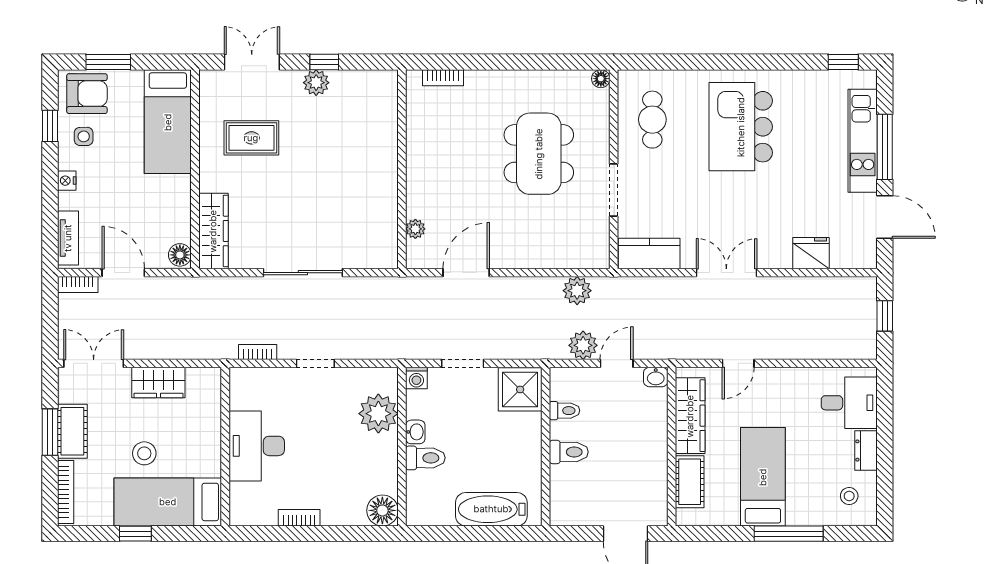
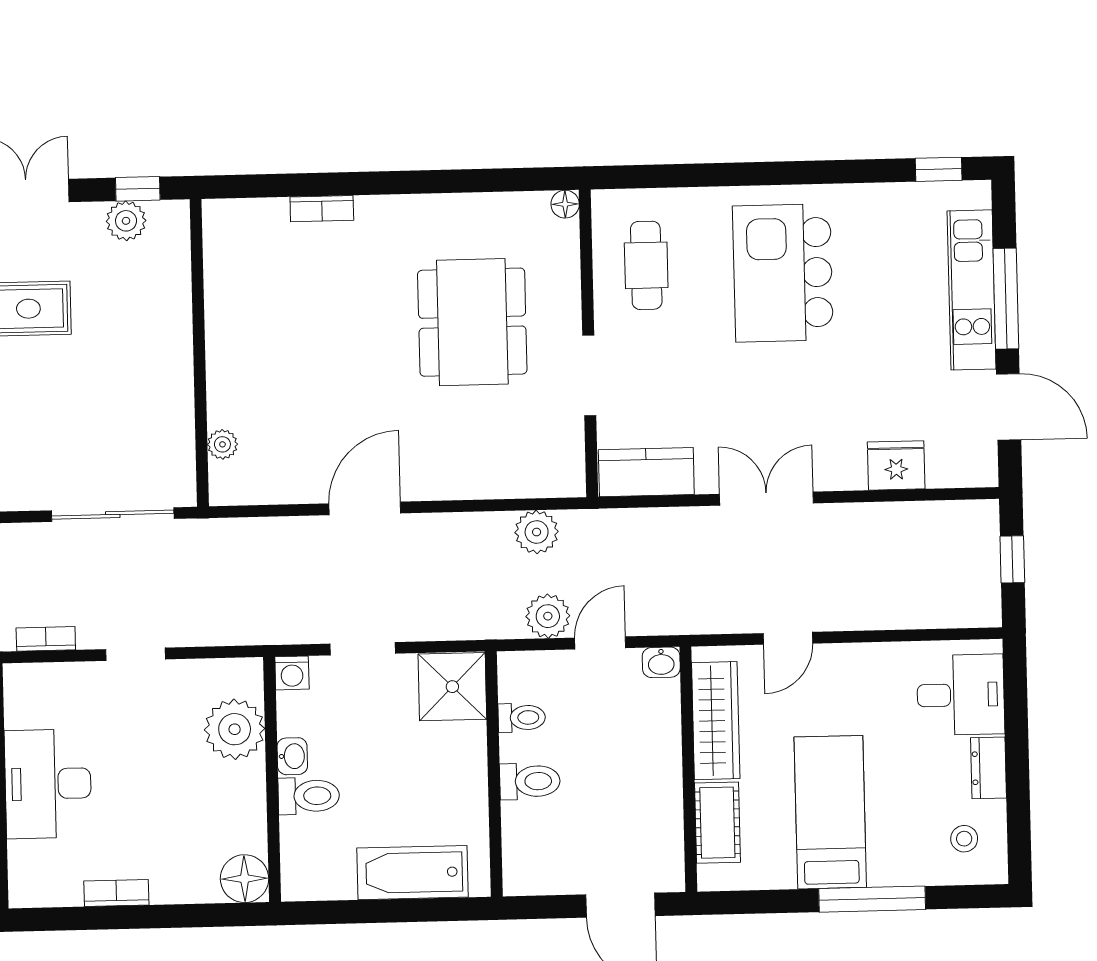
wall: (402, 169) -> (199, 353), moved
plant: (415, 229) -> (222, 444), moved

